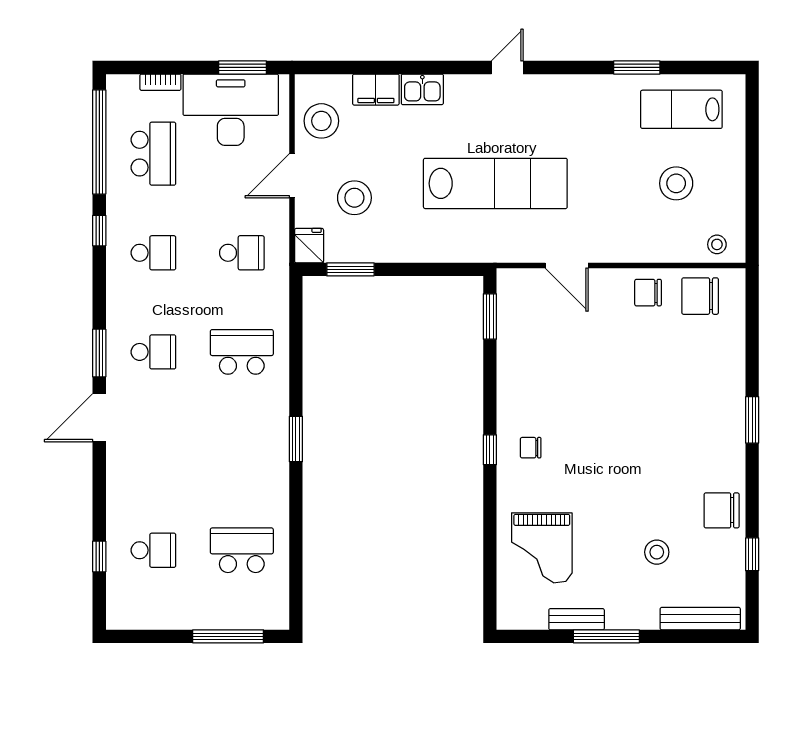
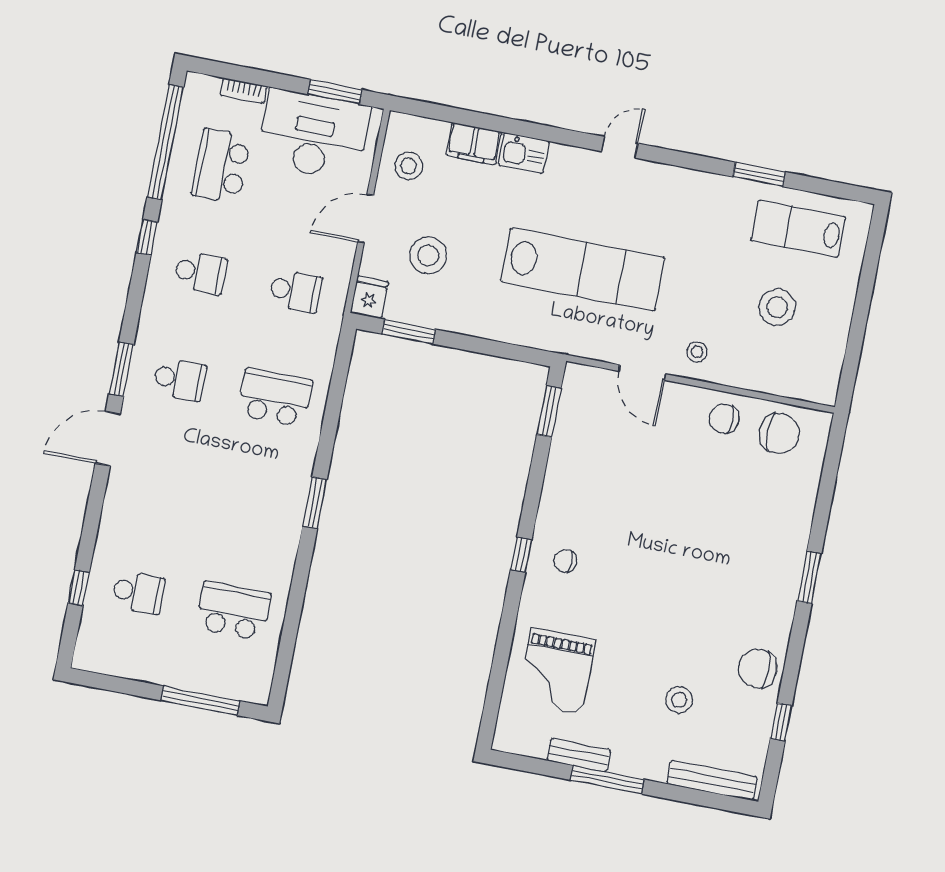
stool: (321, 121) -> (409, 166), width x0.73, depth x0.73
school desk: (153, 154) -> (221, 166), turned 180
stool: (717, 244) -> (697, 352), moved
chair: (700, 296) -> (779, 433), turned 180

